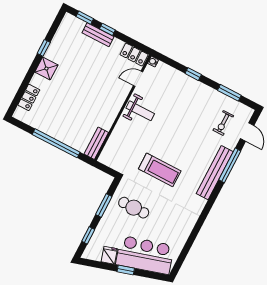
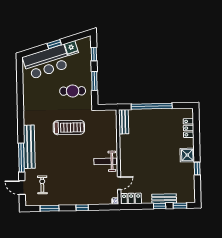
treadmill: (160, 170) -> (69, 127), turned 180

